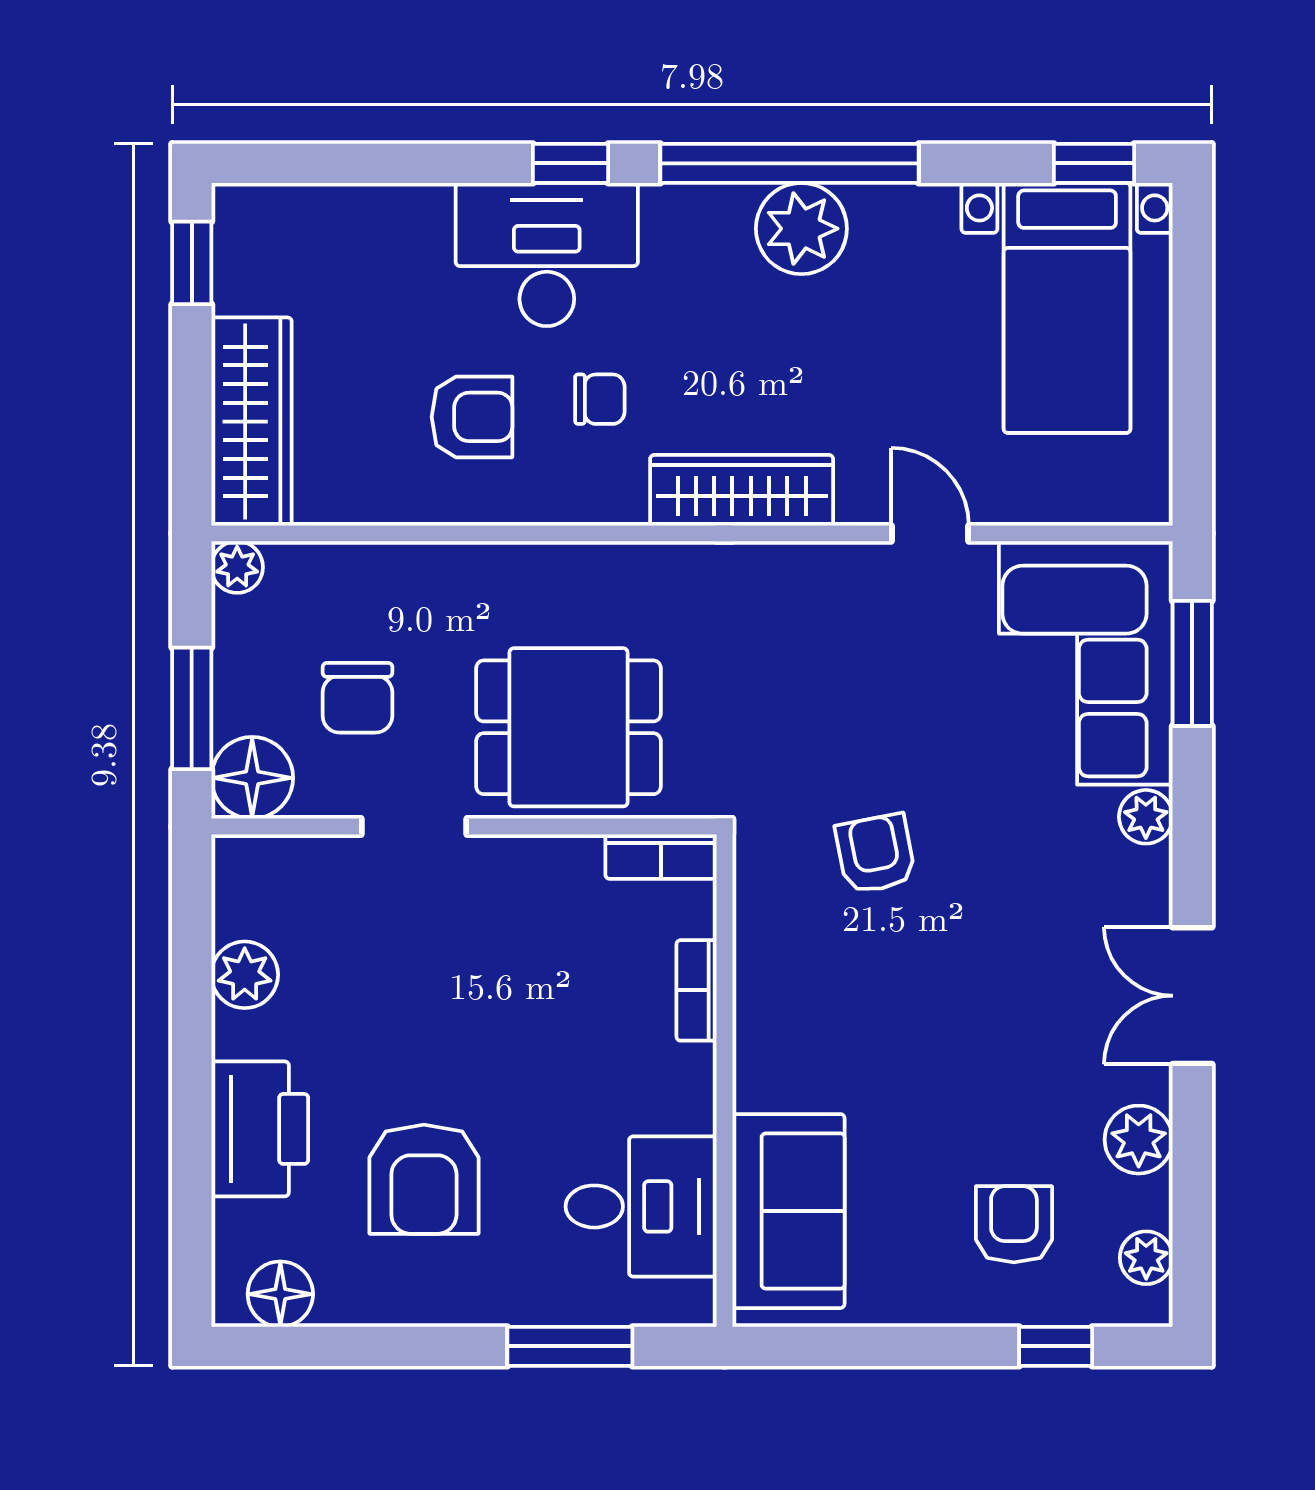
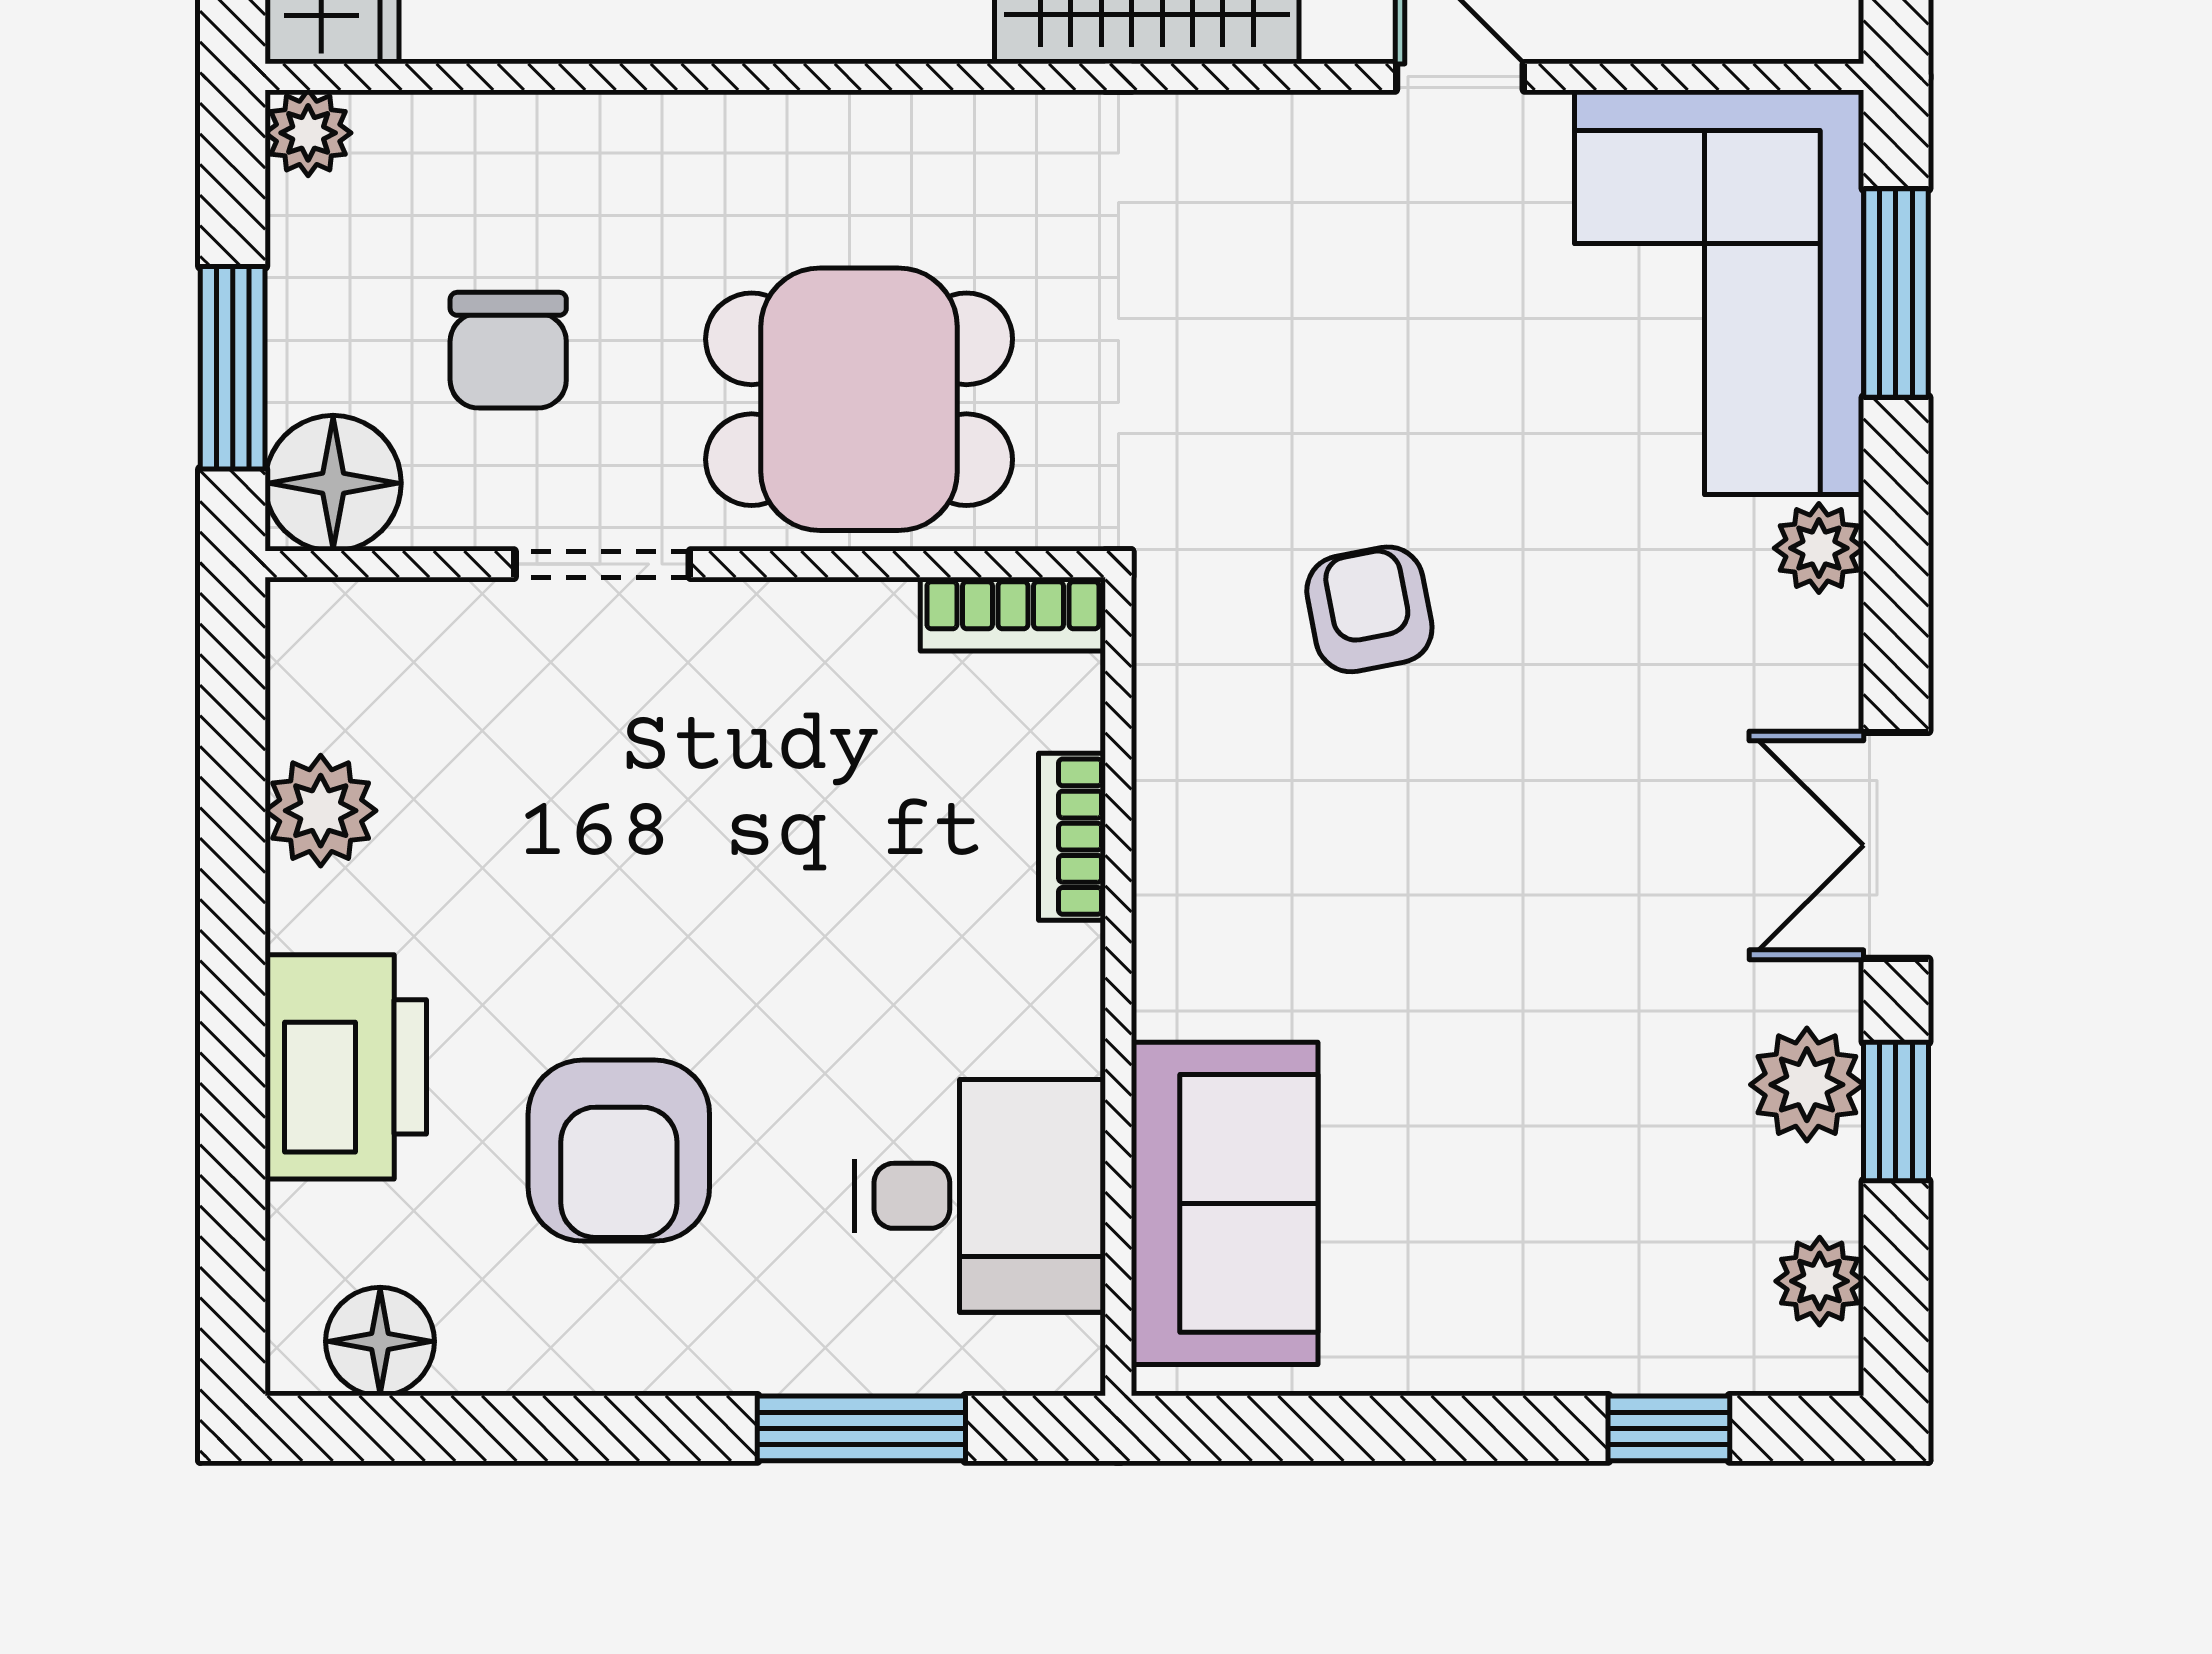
window: (1192, 1156) -> (1896, 1112), added
armchair: (1014, 1224) -> (1600, 1225), removed

